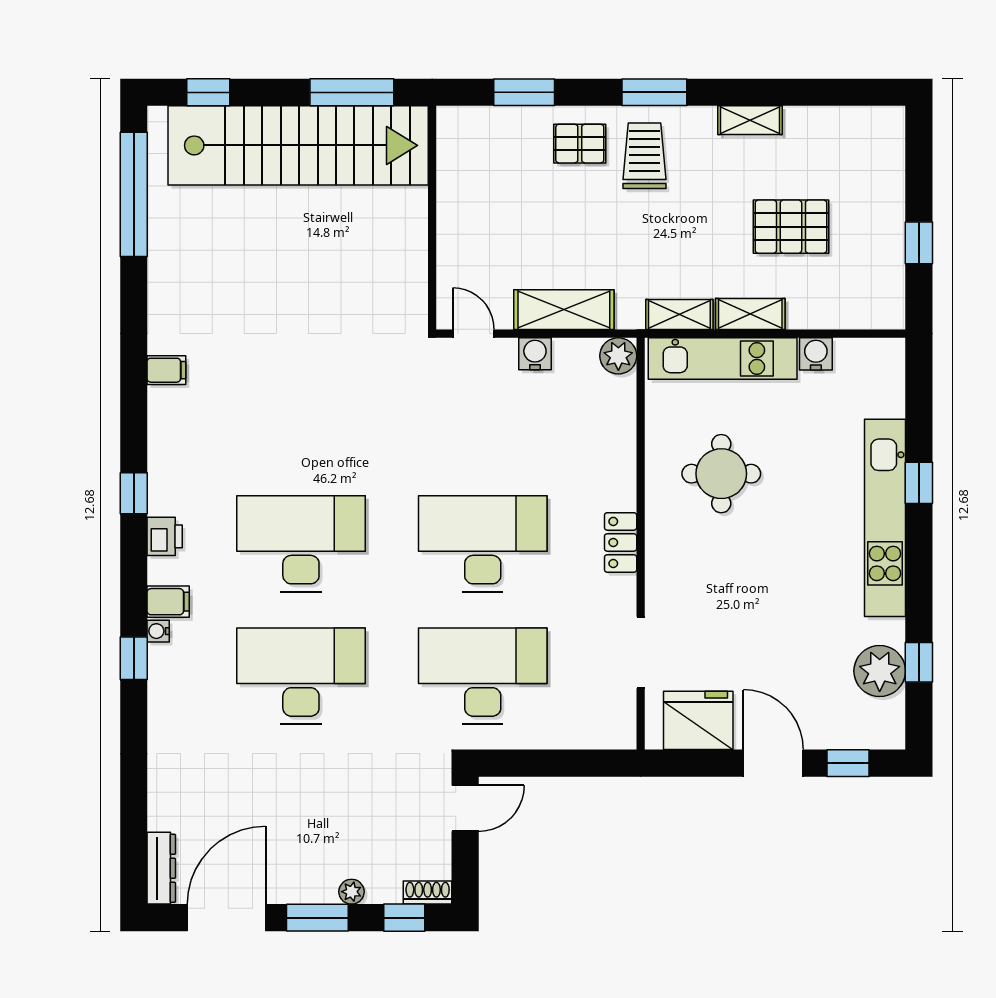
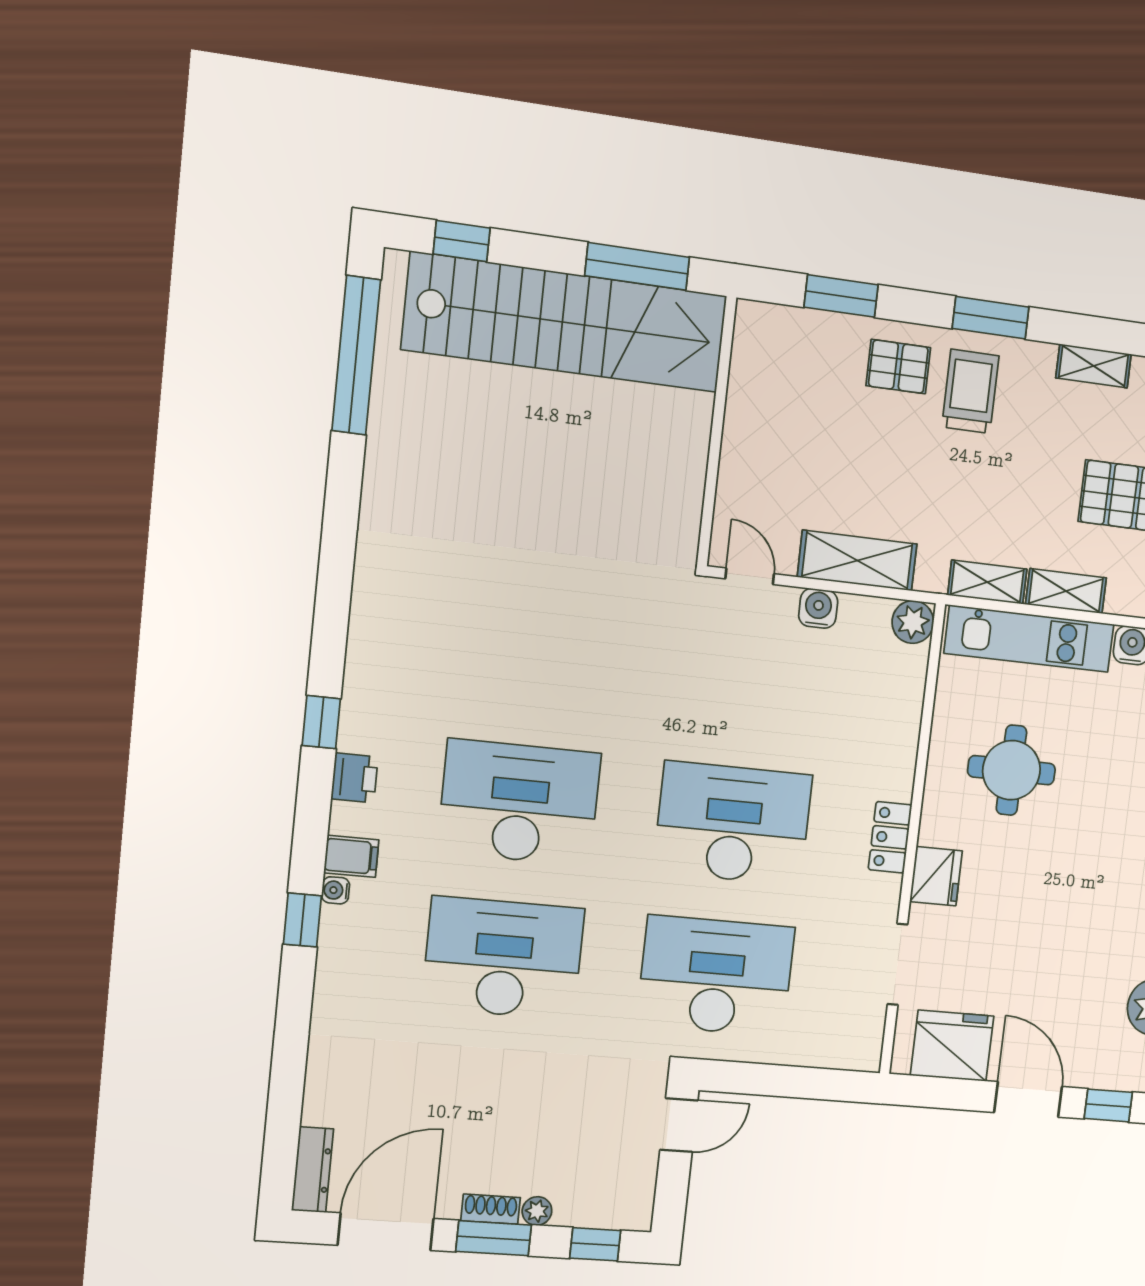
filing cabinet: (166, 370) -> (376, 577), removed
fridge: (665, 572) -> (936, 876), added
shoe rack: (428, 893) -> (491, 1209), moved

